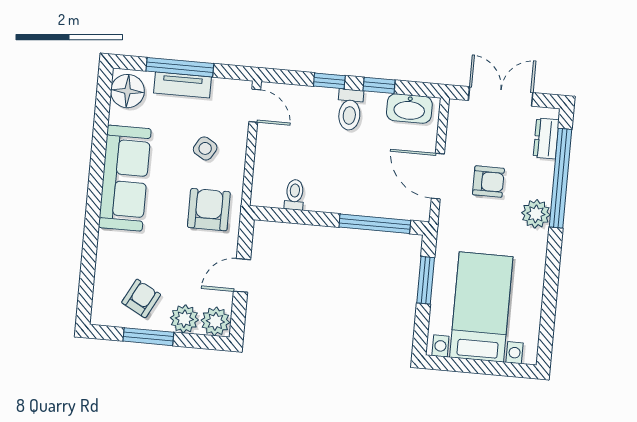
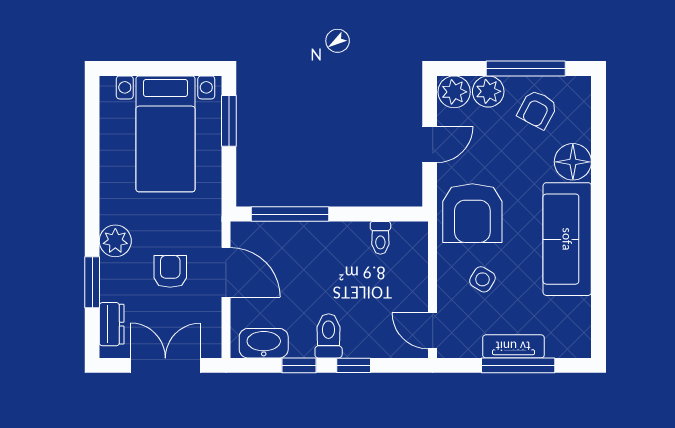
floor lamp: (127, 91) -> (573, 162), moved
double door: (501, 96) -> (165, 365), swing flipped
window: (560, 178) -> (92, 282), width x0.47
armchair: (488, 182) -> (170, 271), turned 90
armchair: (209, 210) -> (472, 213), width x1.36, depth x1.36
window: (426, 280) -> (229, 121), moved
window: (148, 337) -> (526, 68), width x1.44

